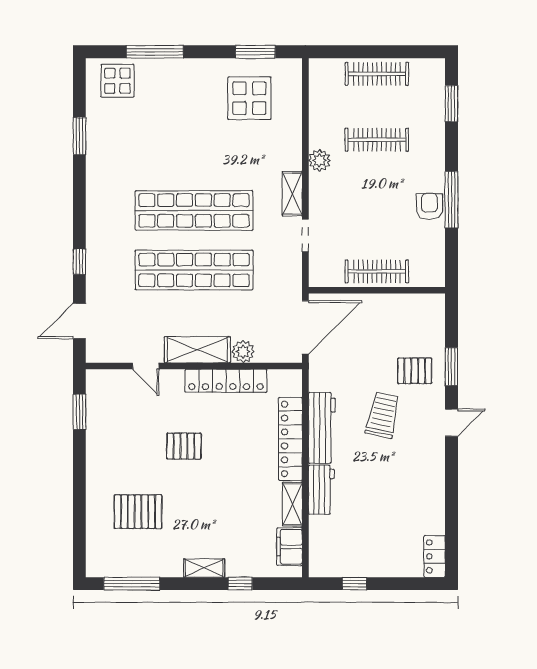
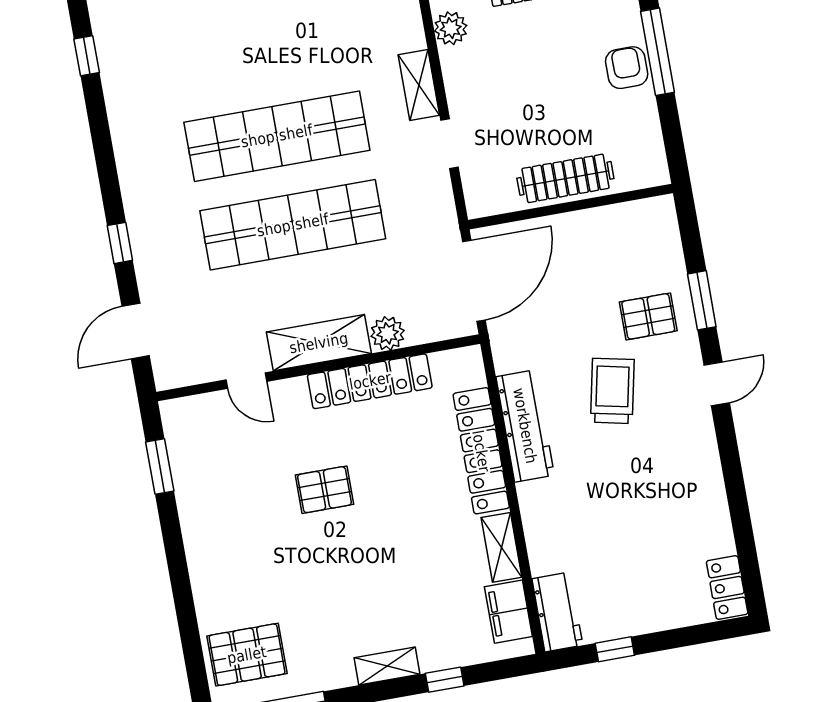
window: (79, 136) -> (87, 56), width x0.67
workbench: (321, 490) -> (557, 612), moved
pallet: (138, 512) -> (247, 655), moved

